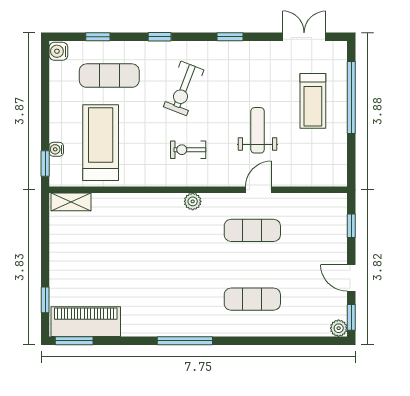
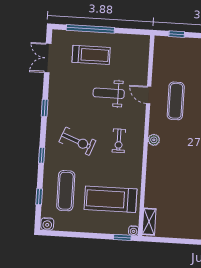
water cooler: (56, 149) -> (134, 231), moved

